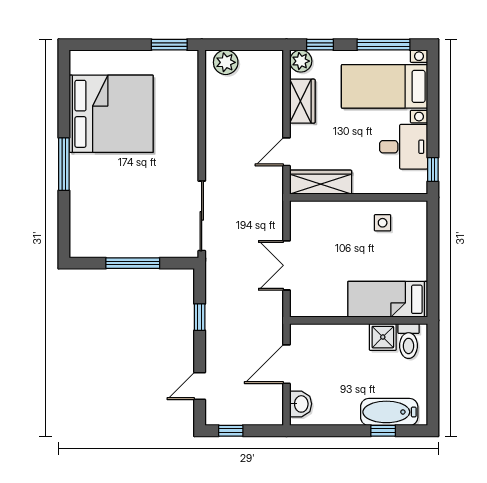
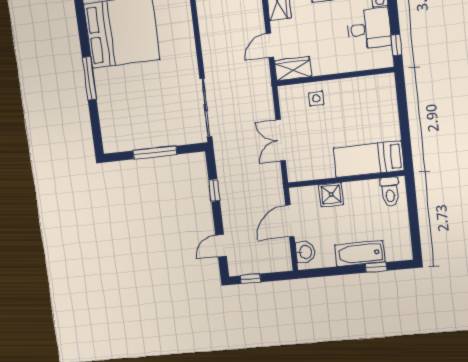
wardrobe: (321, 182) -> (293, 69), width x0.67
side table: (383, 223) -> (316, 99), moved
shower: (383, 337) -> (331, 195), moved
bathtub: (389, 412) -> (360, 253), moved

